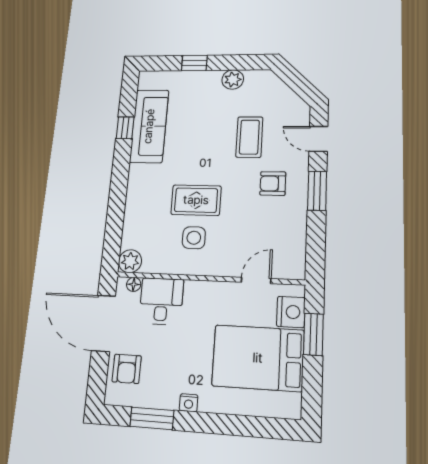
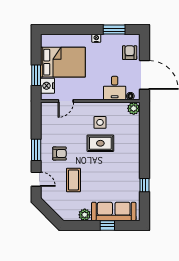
sofa: (149, 126) -> (114, 211), moved, turned 90

